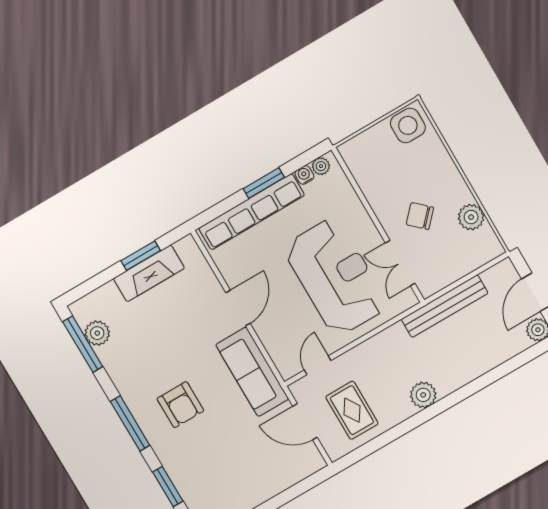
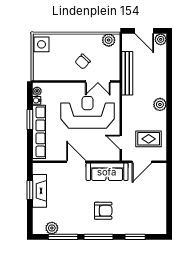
plant: (471, 217) -> (109, 40), moved
window: (83, 344) -> (63, 237), moved

